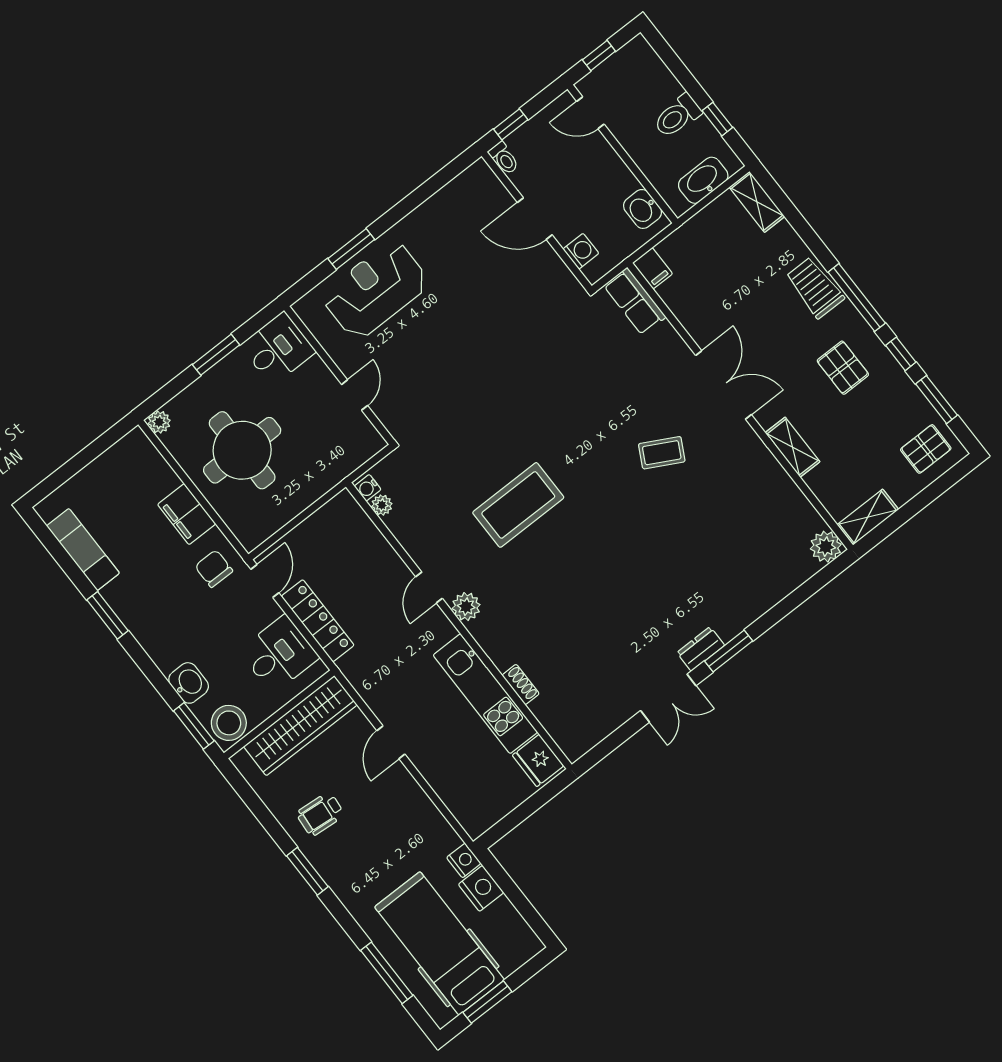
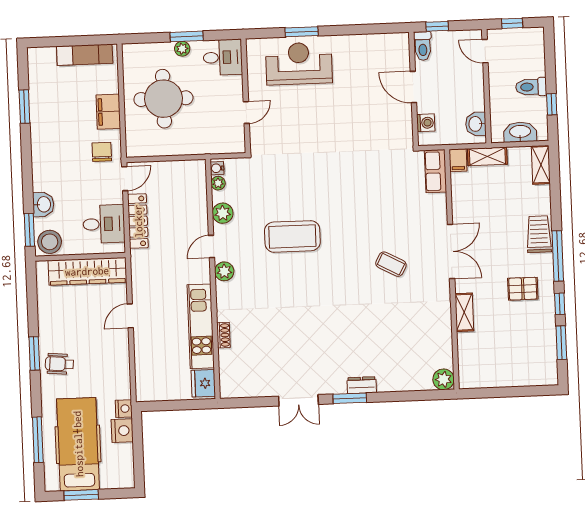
toilet: (504, 158) -> (423, 46), width x1.37, depth x1.39
pallet: (843, 368) -> (523, 289), turned 90
plant: (159, 422) -> (182, 49), moved
pallet: (926, 449) -> (536, 365), removed
shelving: (868, 517) -> (487, 156), moved
plant: (414, 537) -> (223, 213), added
exam couch: (83, 550) -> (85, 55), moved, turned 90
window: (107, 615) -> (24, 107), moved
dresser: (701, 649) -> (362, 385), moved
wheelchair: (320, 814) -> (60, 364), moved

